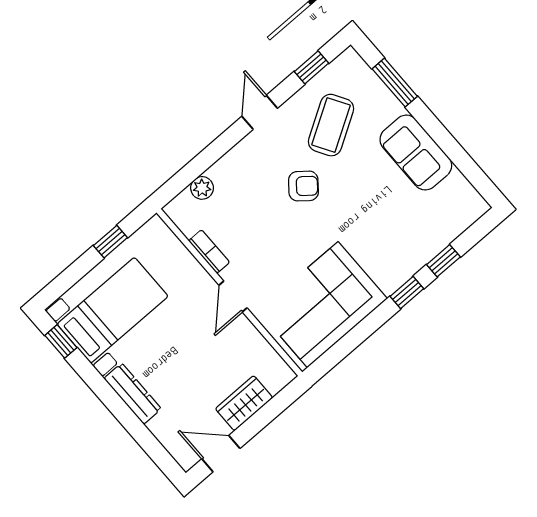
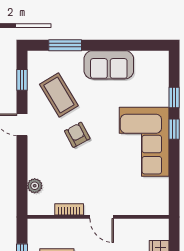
armchair: (303, 186) -> (77, 135), turned -67
corner sofa: (323, 305) -> (144, 142), moved

